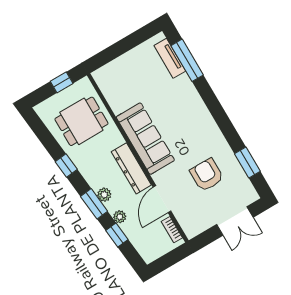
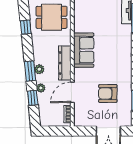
sofa: (145, 139) -> (84, 50), width x0.73
window: (66, 166) -> (26, 27), moved
armchair: (207, 175) -> (108, 94), turned -90

